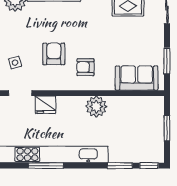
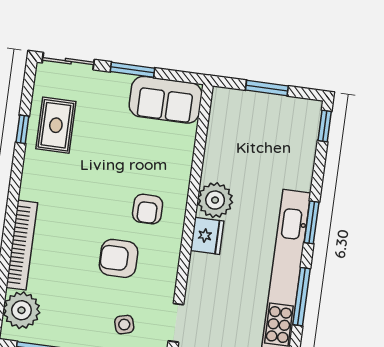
window: (167, 61) -> (133, 70), moved
sofa: (137, 78) -> (166, 100), moved, turned -90
fridge: (46, 105) -> (207, 236), moved
window: (120, 166) -> (312, 222), moved

